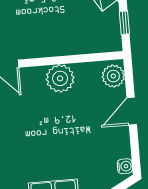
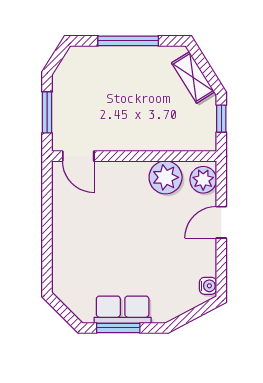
plant: (60, 78) -> (166, 177), moved

